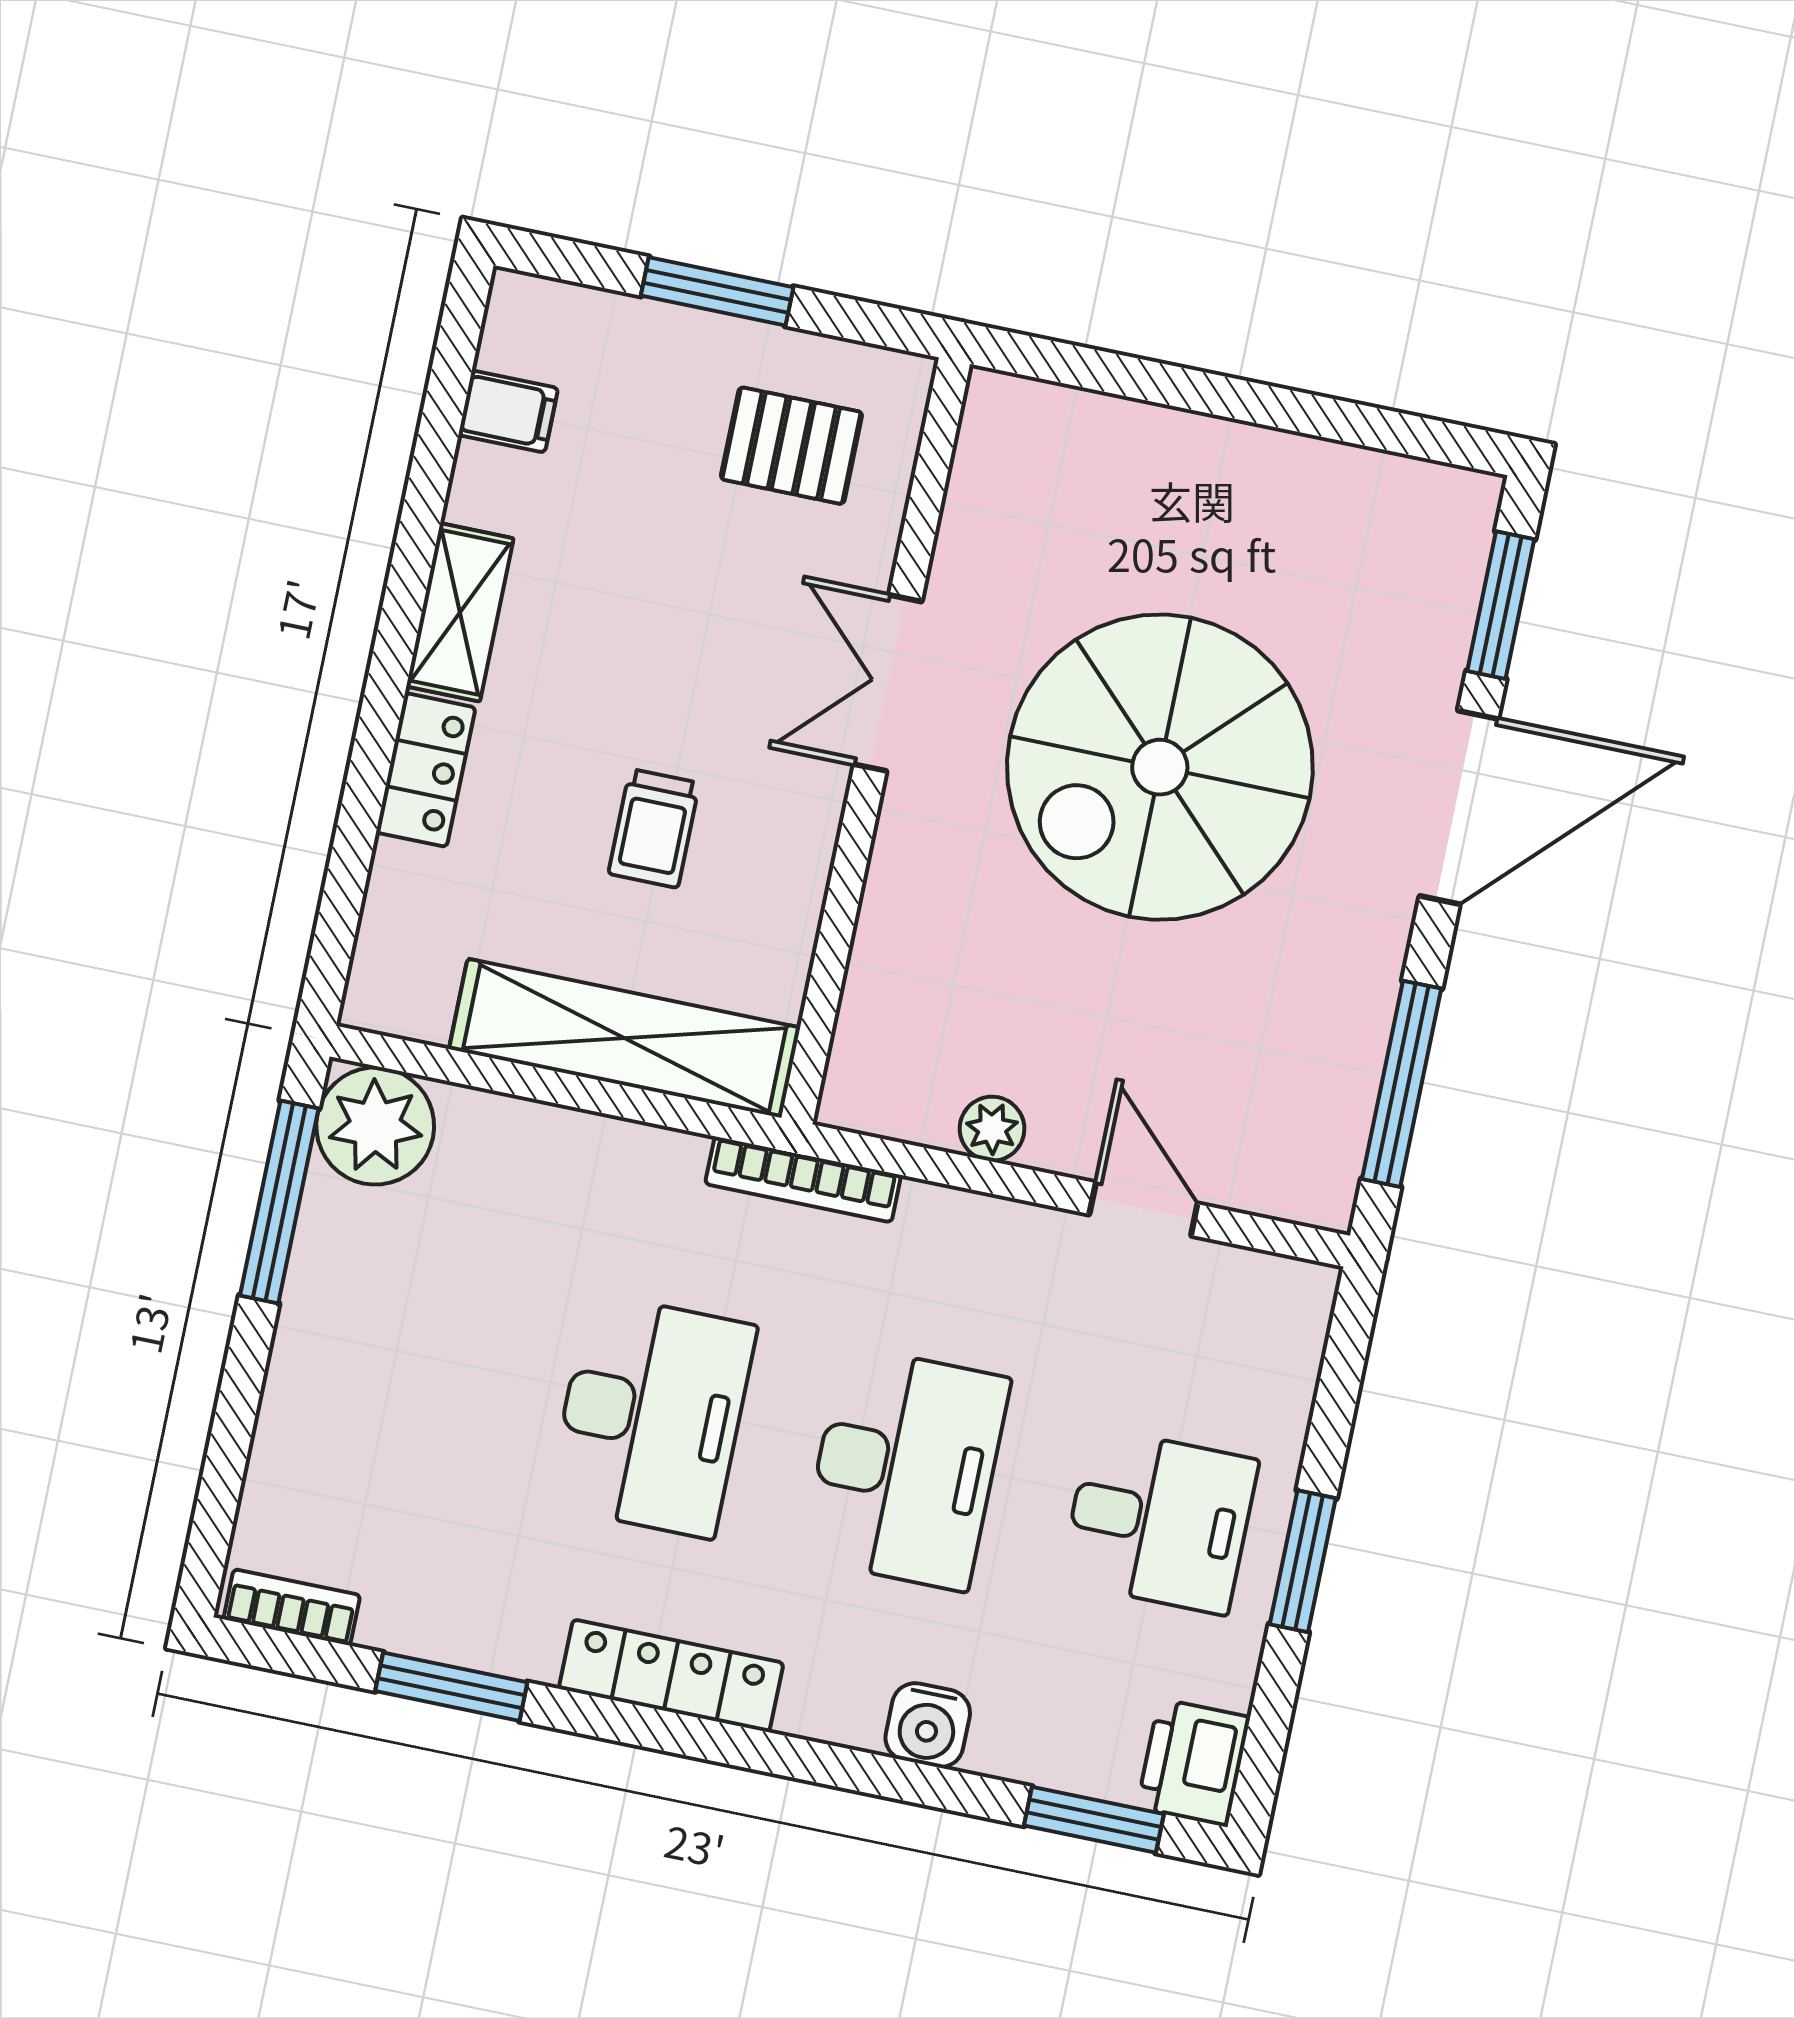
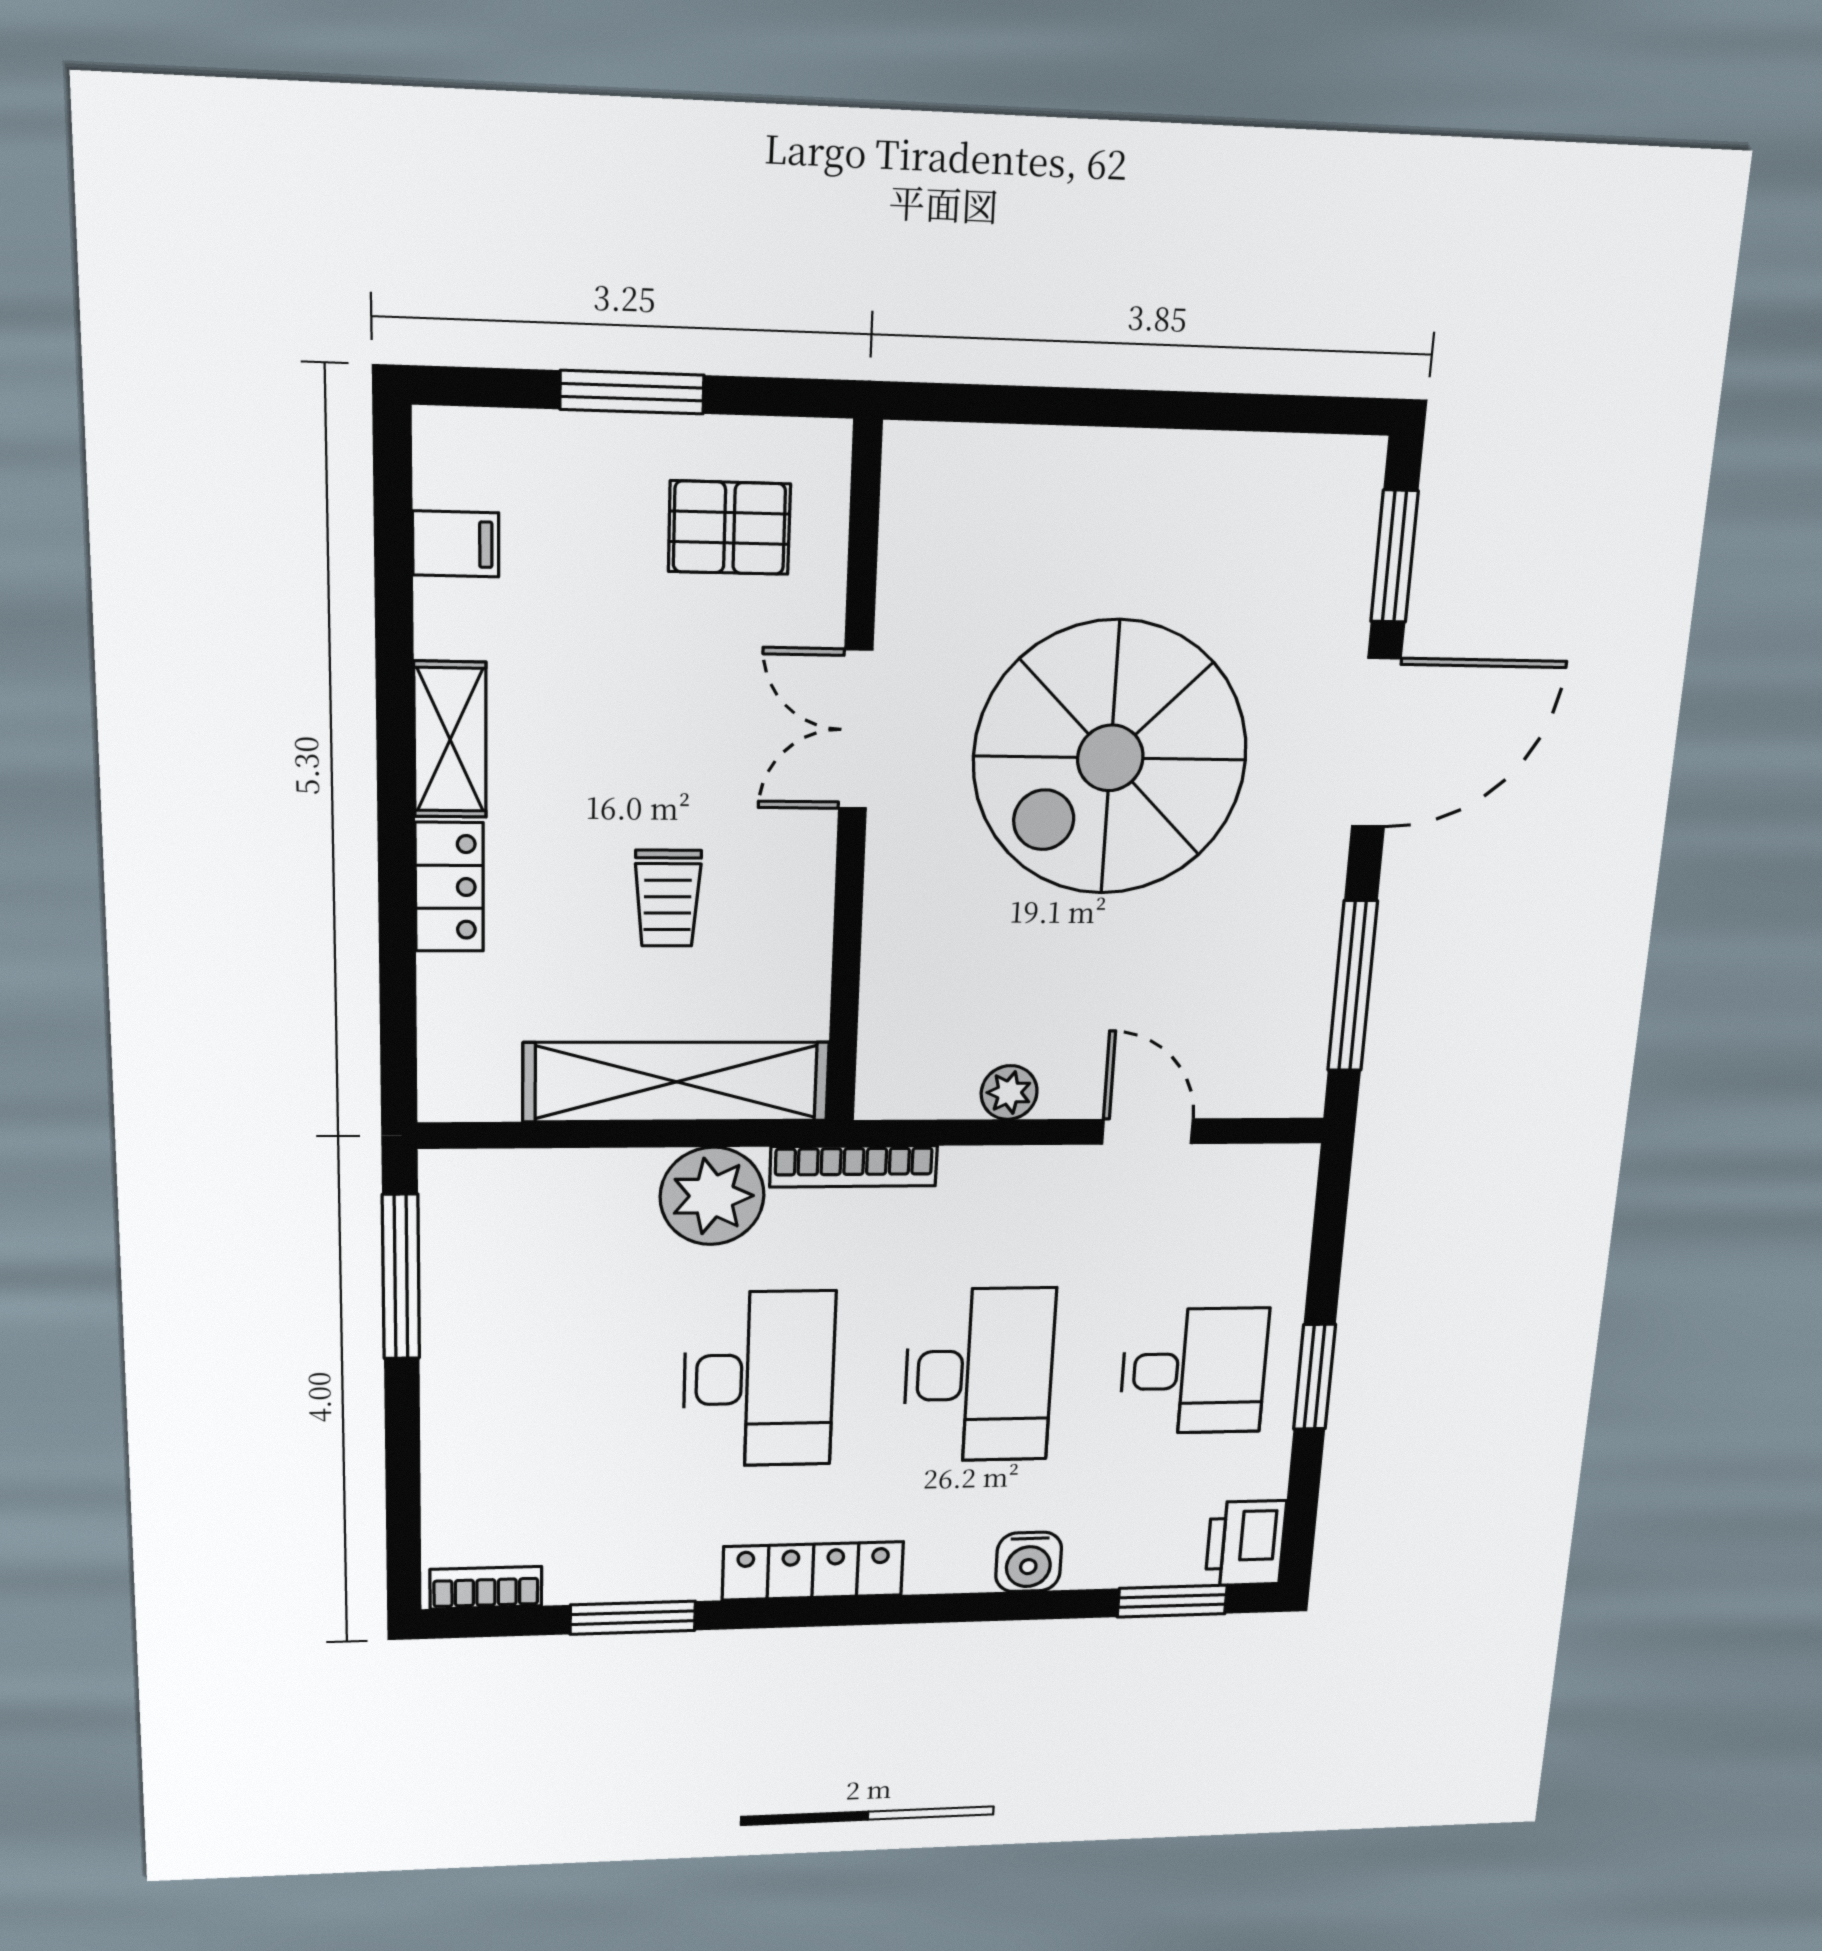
plant: (375, 1126) -> (712, 1196), moved

